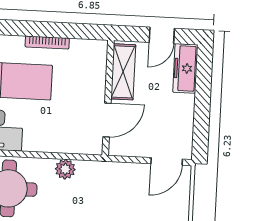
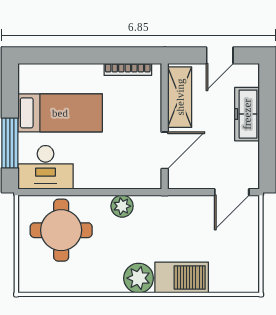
bookcase: (47, 42) -> (128, 69), moved
freezer: (185, 68) -> (247, 114), moved

